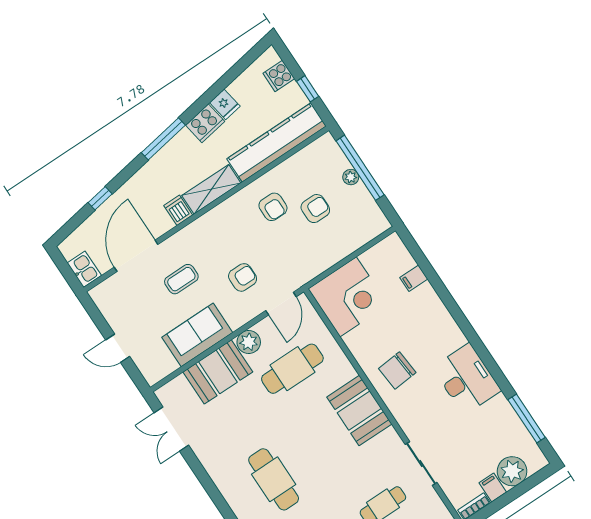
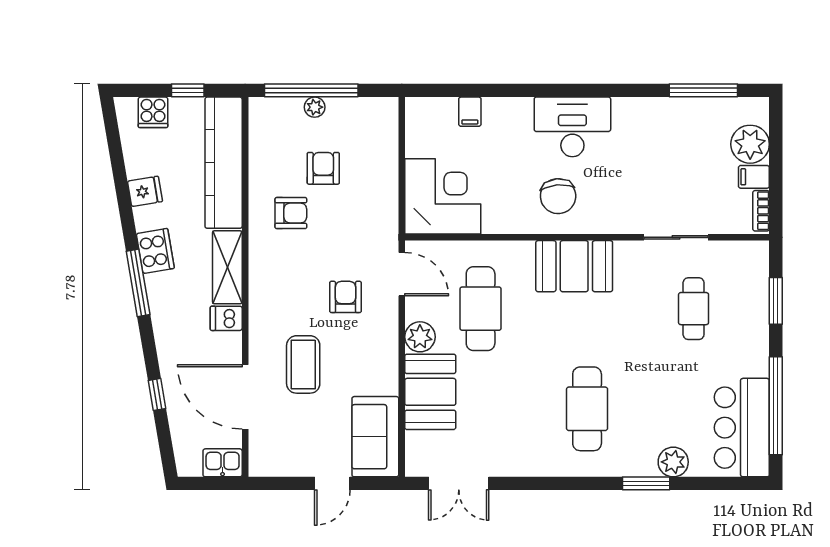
cooker: (205, 123) -> (155, 251), moved
coffee table: (181, 279) -> (303, 364), width x1.36, depth x1.30
sofa: (197, 335) -> (375, 437), moved
desk: (467, 379) -> (572, 127), moved
cafe table: (274, 479) -> (587, 409), turned 90

